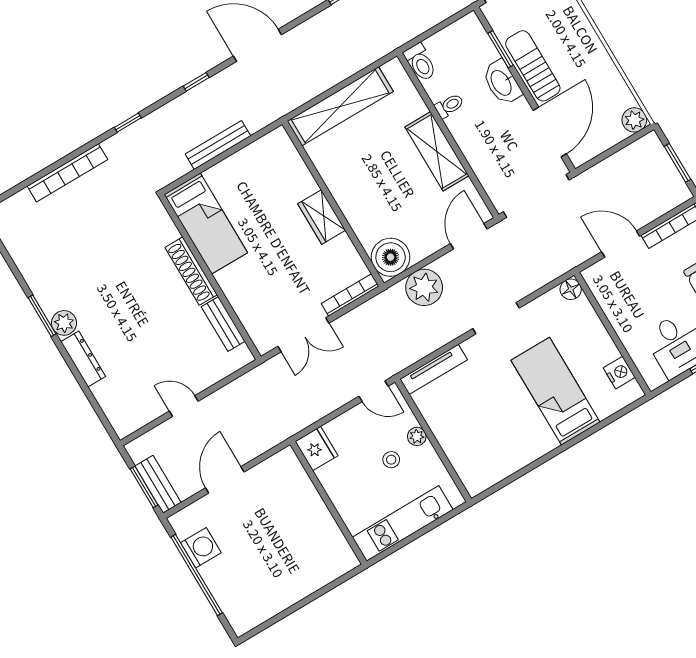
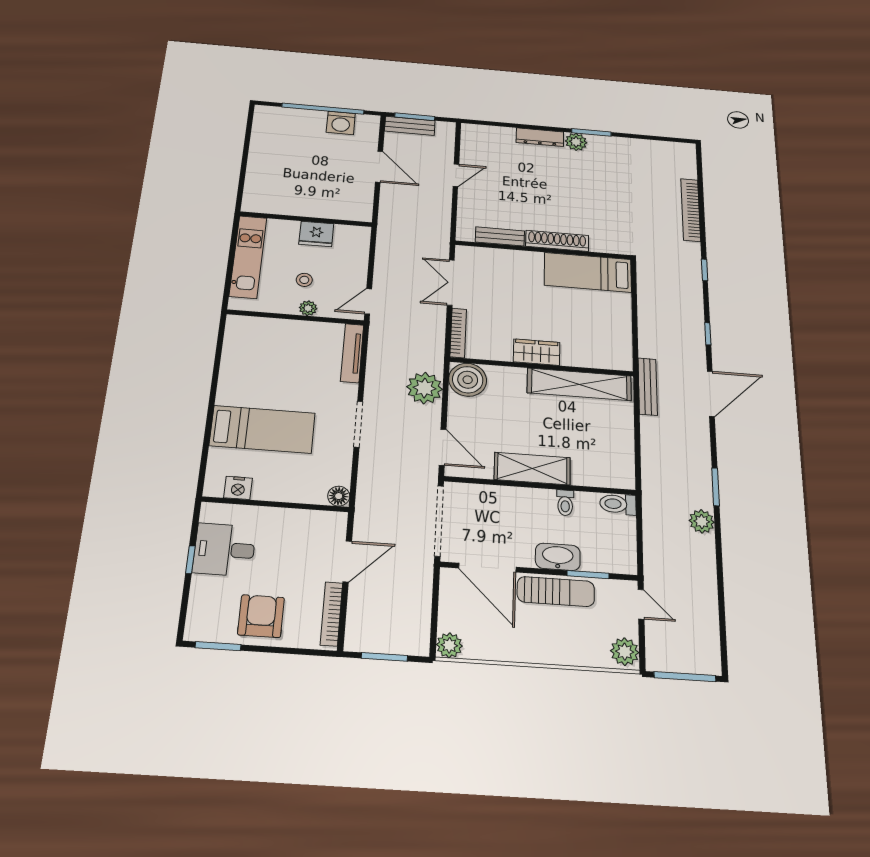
shelving: (340, 106) -> (579, 384), moved, turned 90
bench: (218, 145) -> (648, 386), moved
fridge: (317, 449) -> (316, 234), moved

